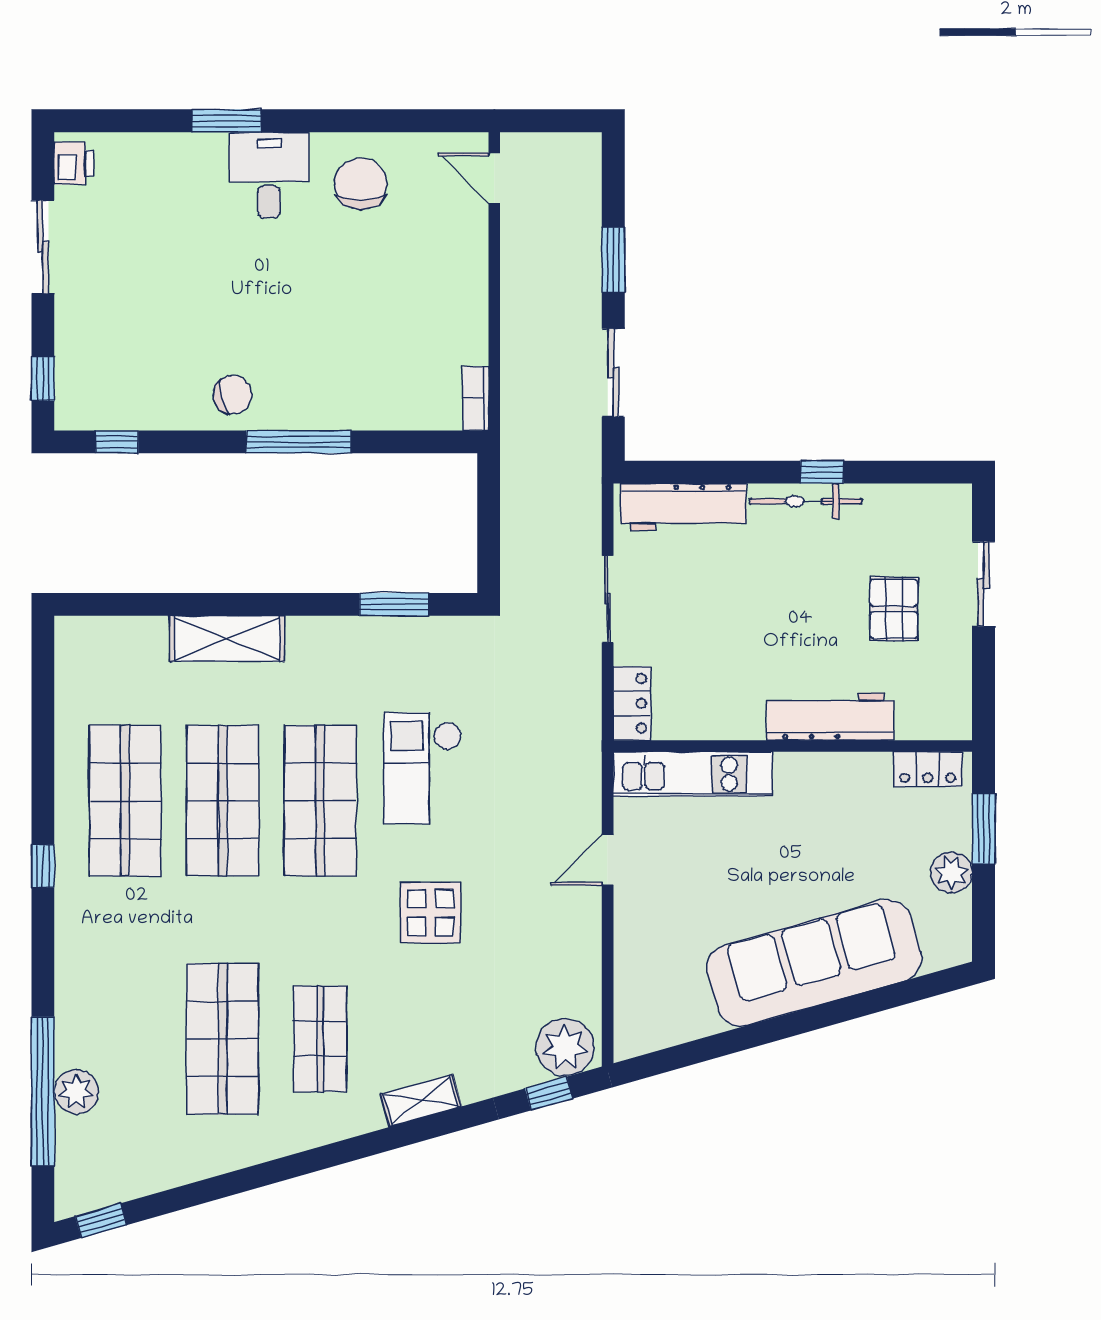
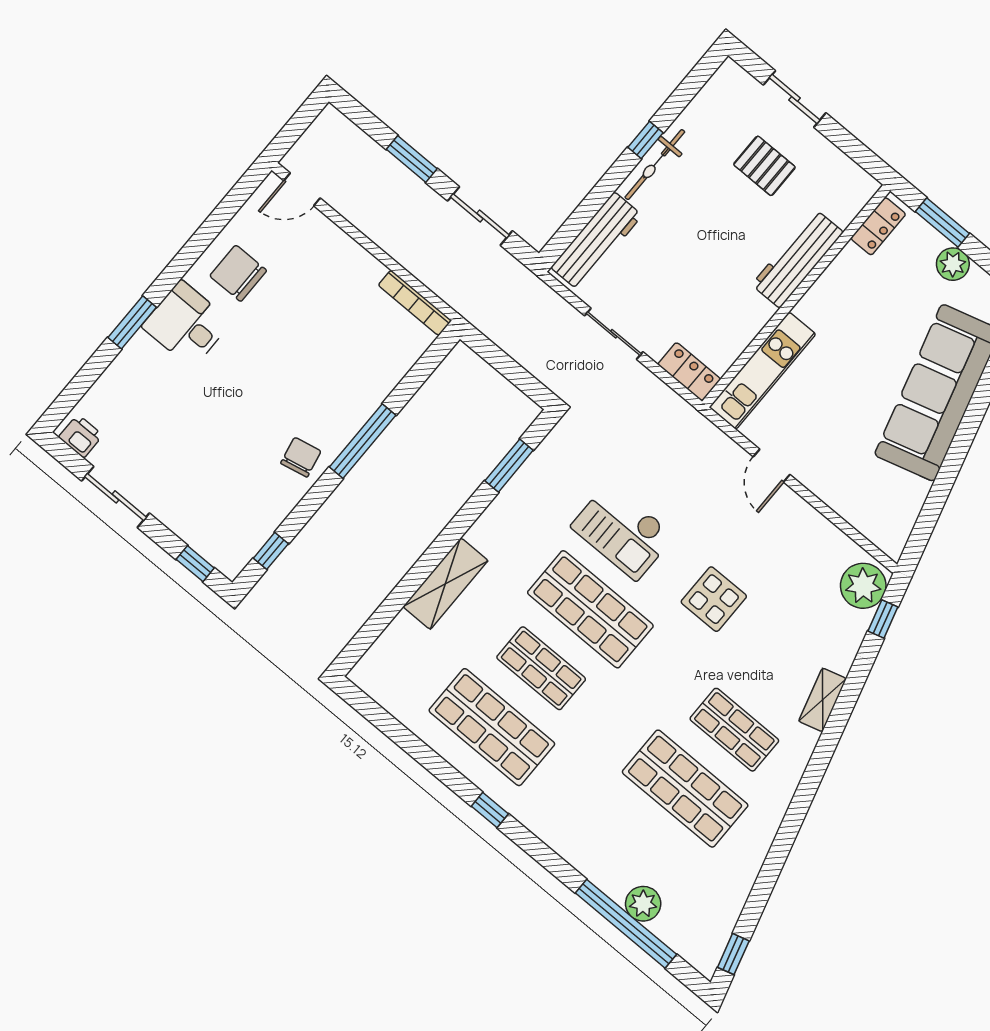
bookcase: (476, 398) -> (415, 303), width x1.56
shop shelf: (223, 801) -> (541, 668), width x0.70, depth x0.74

